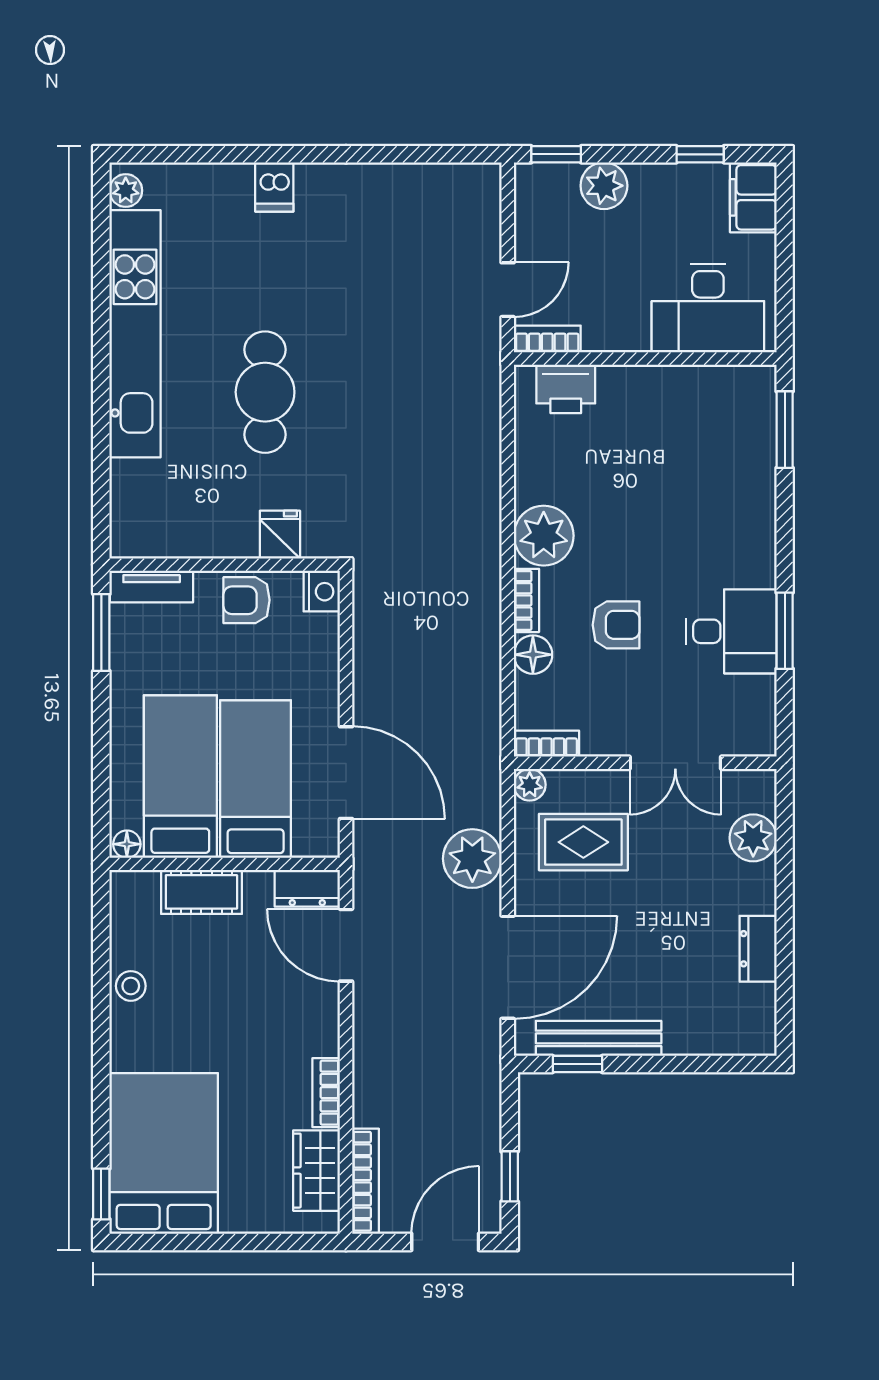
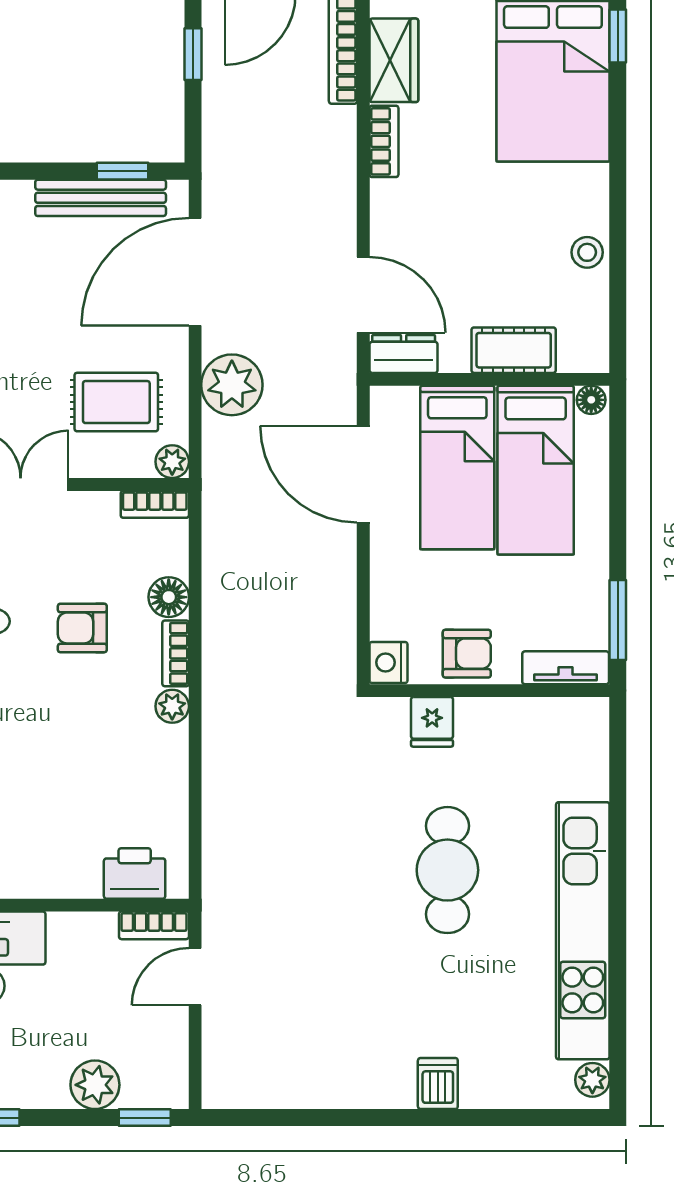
plant: (544, 536) -> (172, 706), width x0.53, depth x0.53

